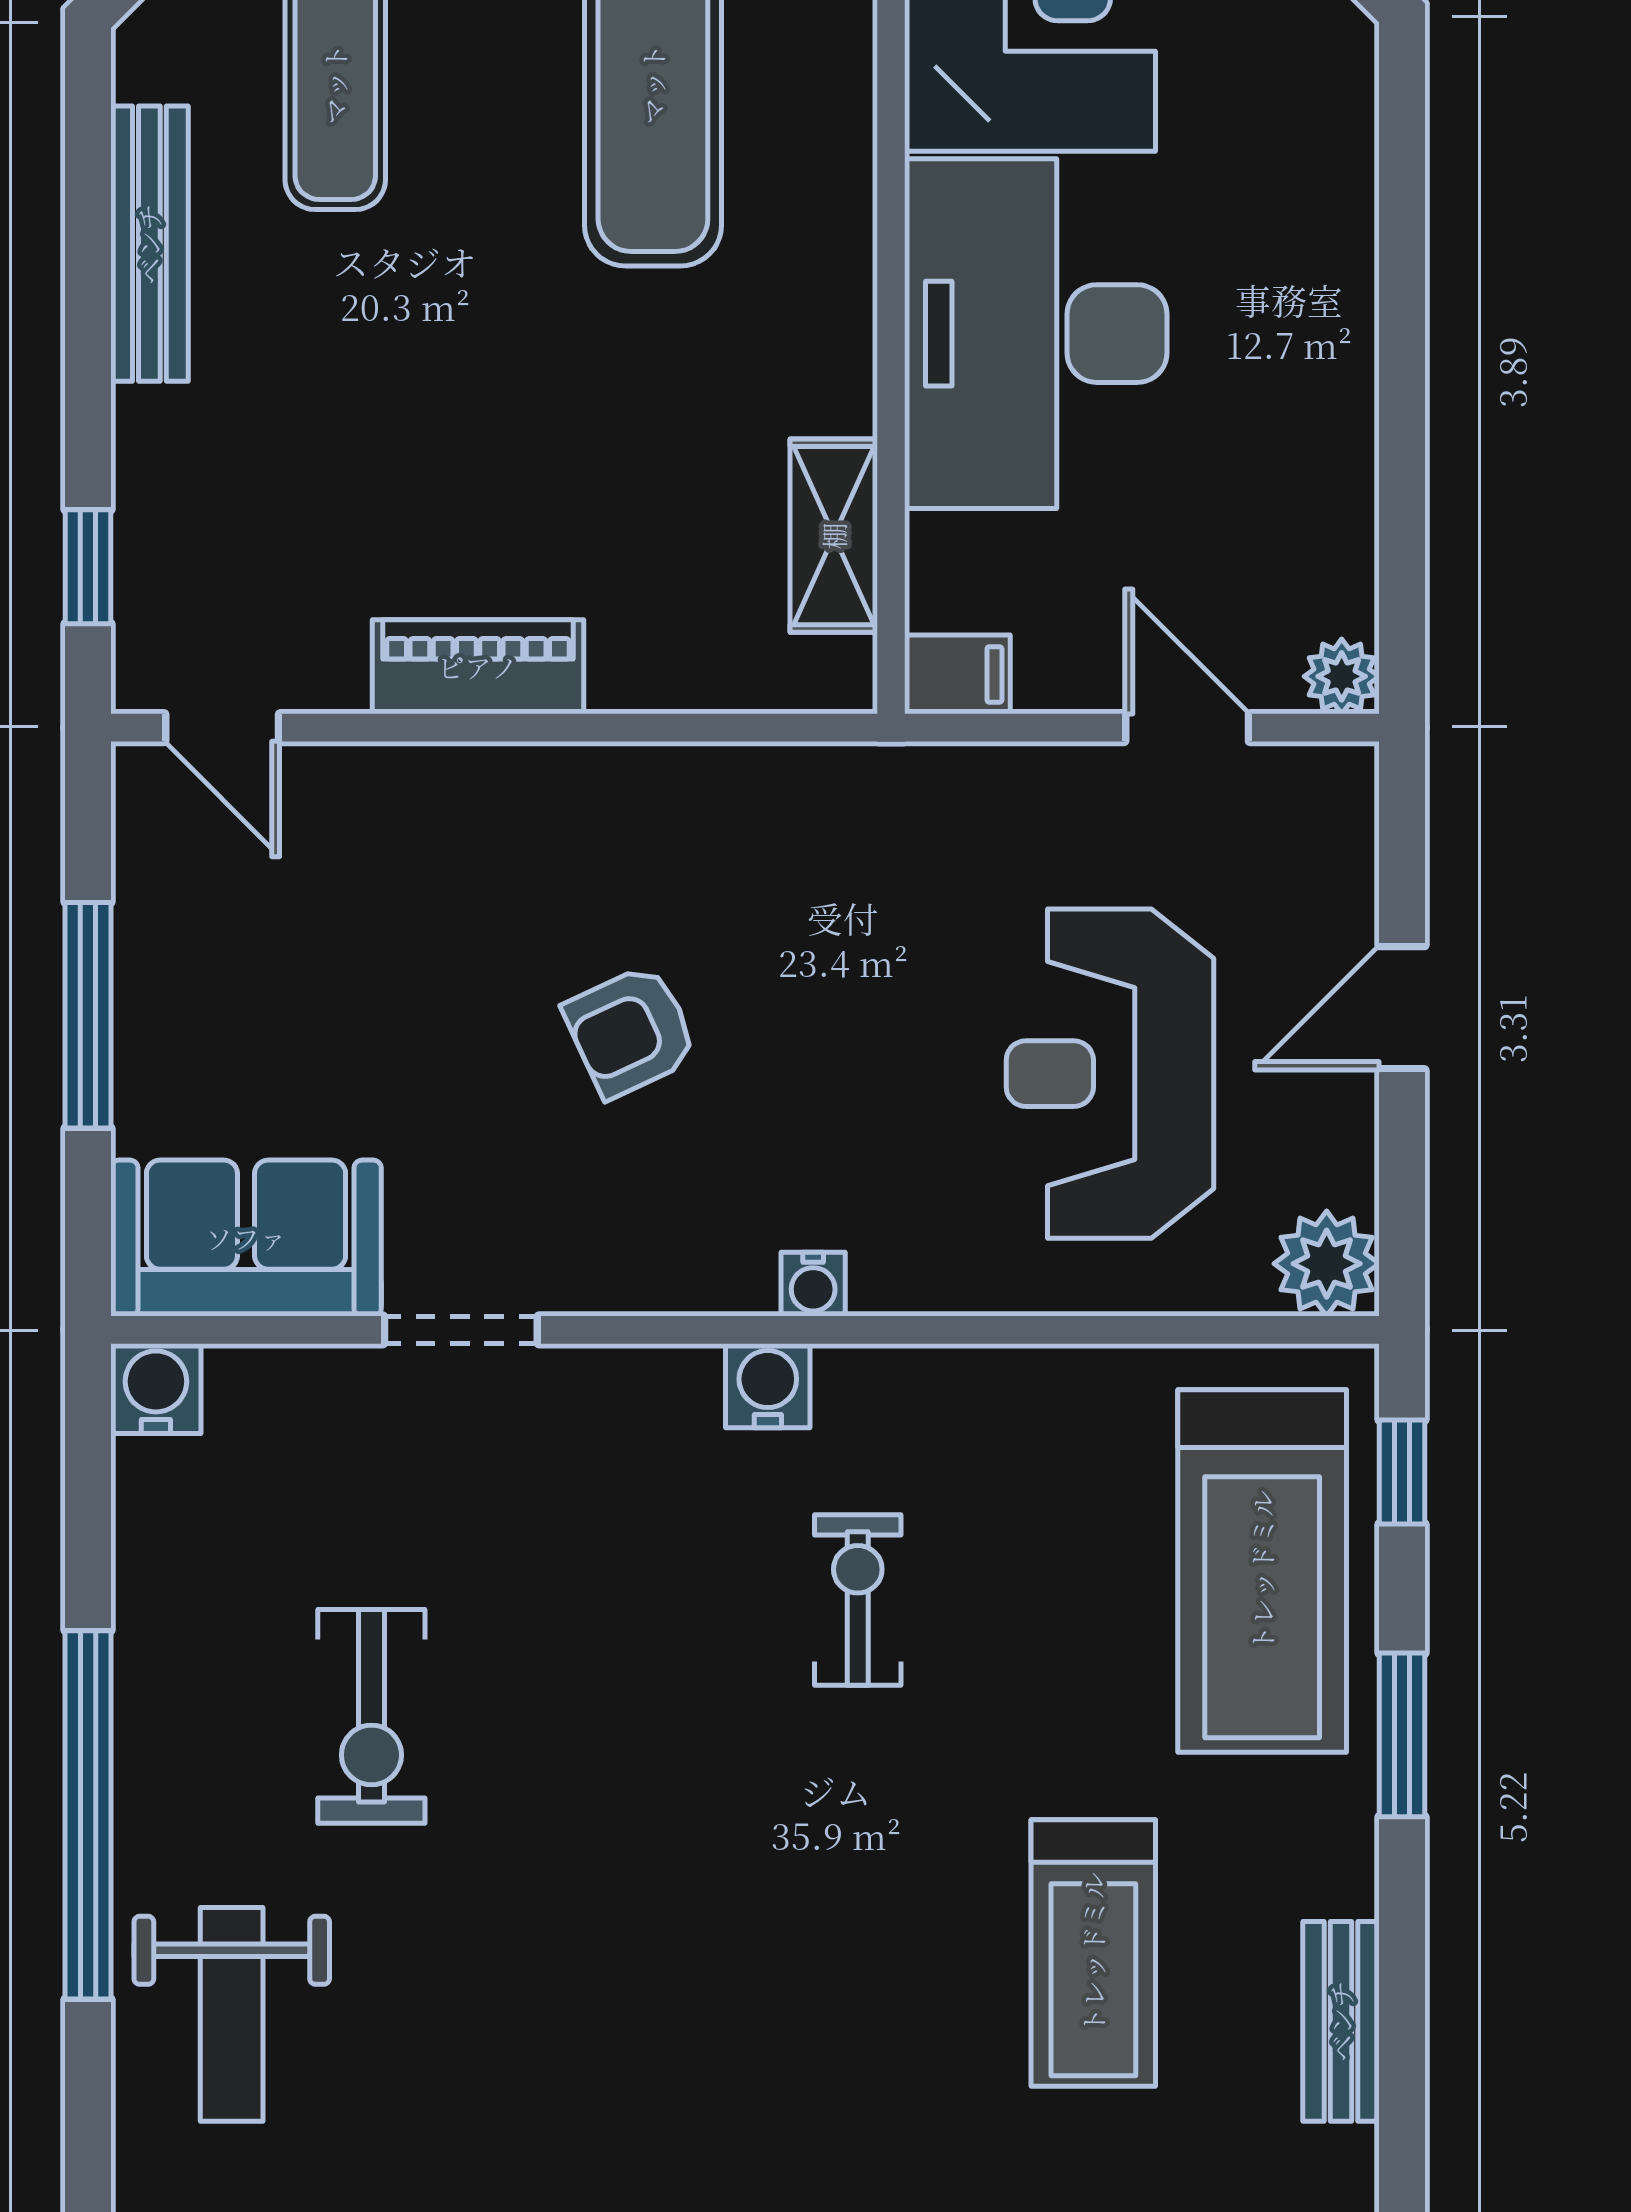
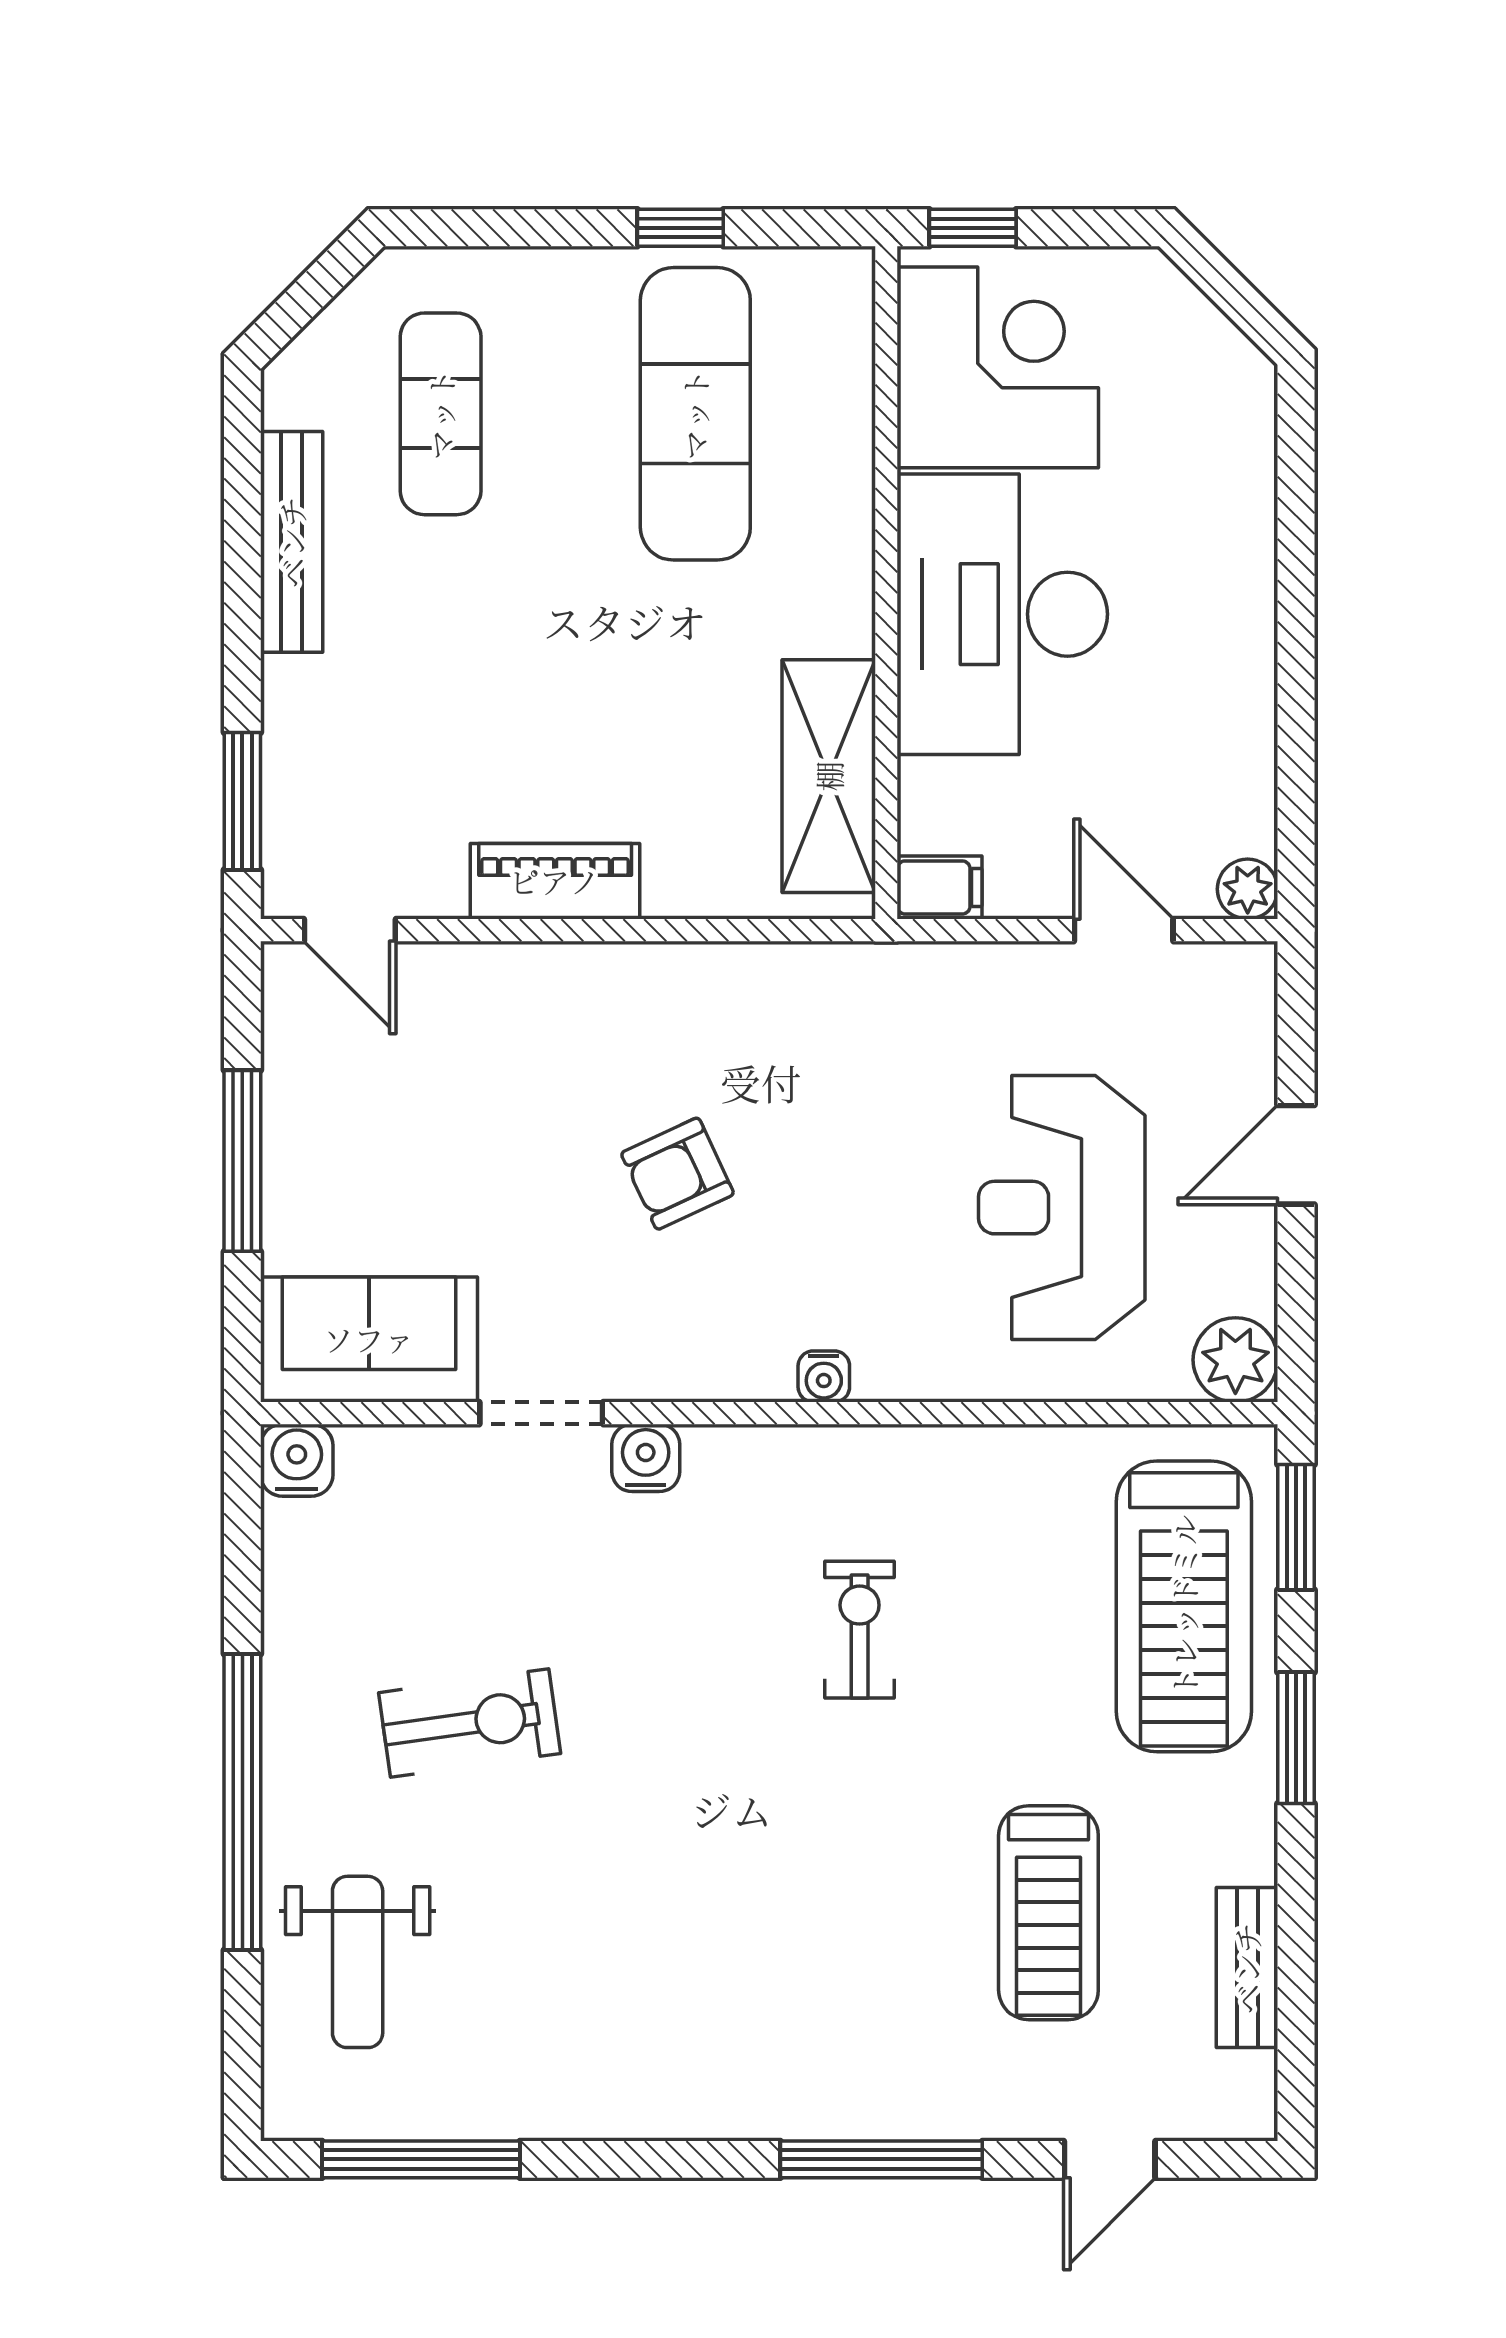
shelving: (834, 536) -> (829, 776), width x1.50, depth x1.33
window: (88, 567) -> (242, 801), width x1.50
water cooler: (768, 1386) -> (646, 1458), moved
window: (1402, 1472) -> (1296, 1527), width x1.50
exercise bike: (371, 1716) -> (470, 1723), turned -98

